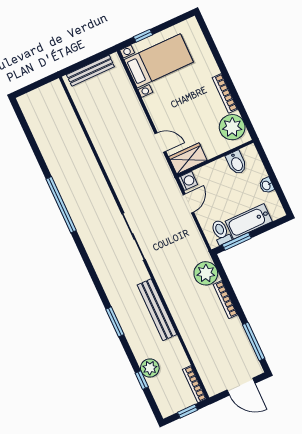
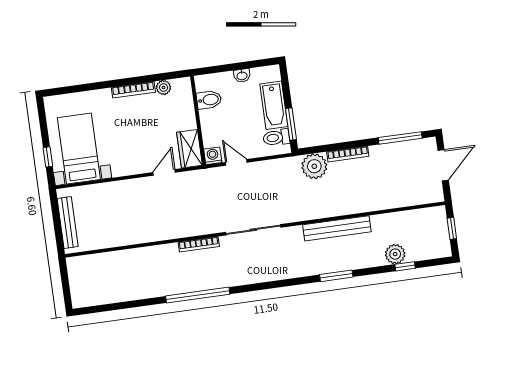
plant: (232, 127) -> (163, 88), width x0.53, depth x0.53
bookcase: (194, 384) -> (199, 244), moved

